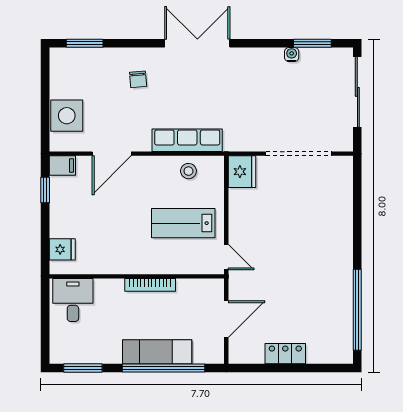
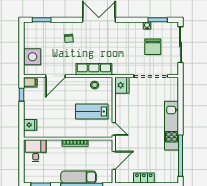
chair: (303, 96) -> (153, 47), added
kitchen unit: (340, 251) -> (172, 126), added

